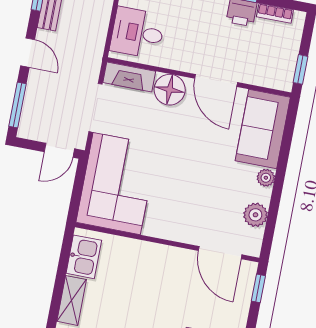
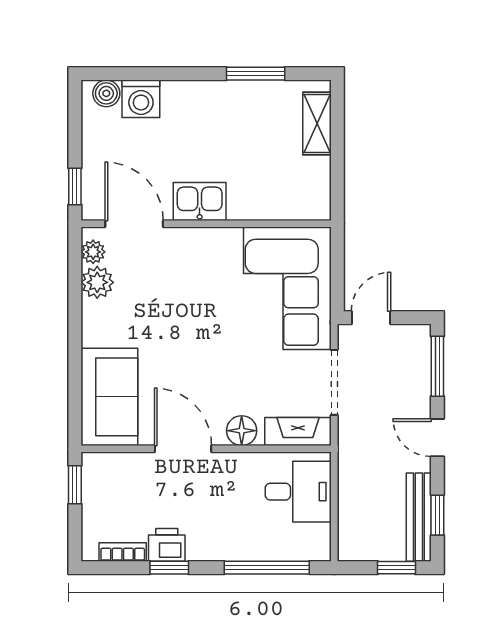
floor lamp: (170, 90) -> (242, 431), width x0.73, depth x0.73
plant: (266, 178) -> (93, 252), moved
kitchen sink: (84, 257) -> (200, 202), moved, turned 90

